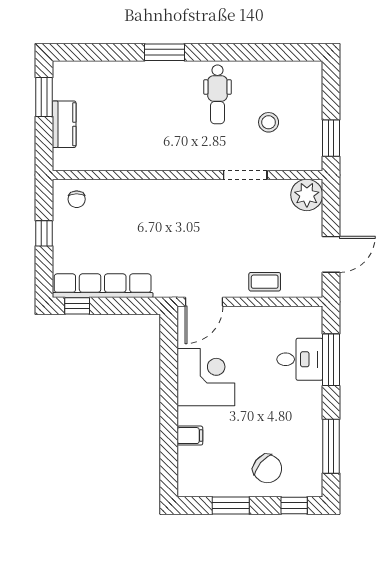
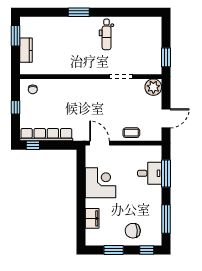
stool: (269, 122) -> (133, 49), removed
door: (204, 302) -> (99, 143), swing flipped
filing cabinet: (190, 436) -> (92, 218), width x2.00
chair: (267, 469) -> (133, 231), turned 135

